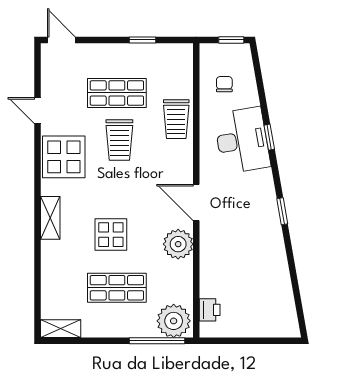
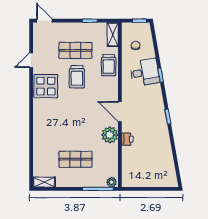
door: (37, 110) -> (31, 60), hinge flipped
desk: (242, 140) -> (145, 72), width x0.73
shelving: (50, 218) -> (113, 35), moved
display table: (111, 235) -> (72, 130), removed
printer: (210, 310) -> (127, 139), moved
plant: (174, 321) -> (112, 182), width x0.53, depth x0.53

